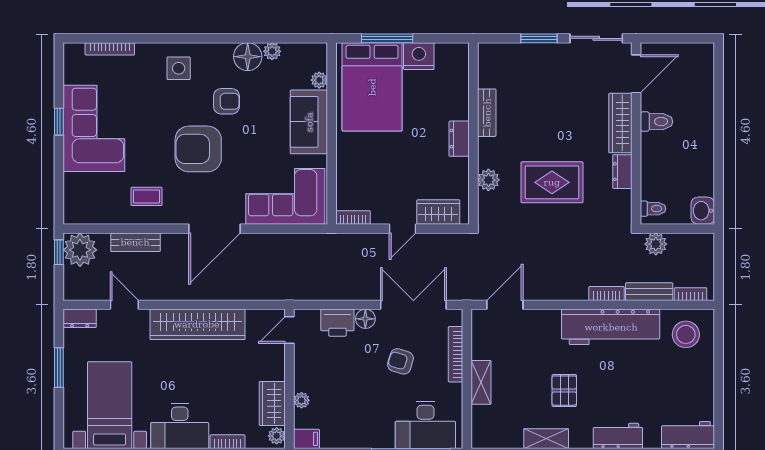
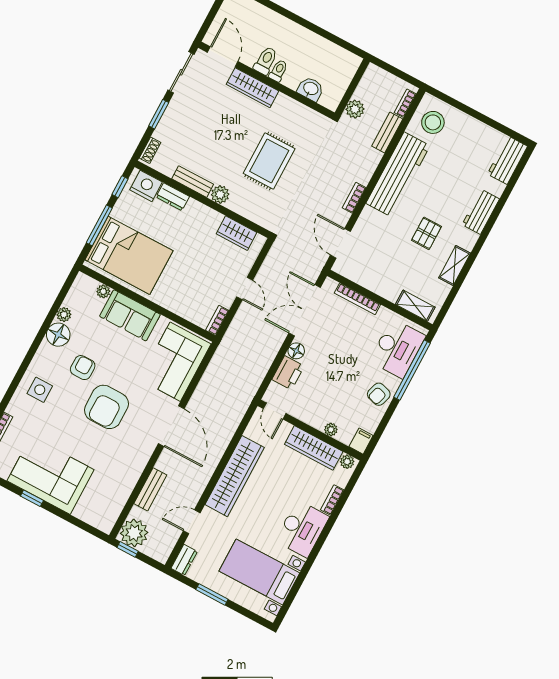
window: (440, 38) -> (120, 187), added
shoe rack: (496, 50) -> (150, 150), added
nightstand: (419, 56) -> (146, 186), moved, turned 90
dresser: (459, 139) -> (173, 197), moved
dresser: (622, 172) -> (289, 105), removed
plant: (488, 180) -> (220, 194), moved
coffee table: (146, 196) -> (121, 463), removed
toilet: (653, 209) -> (278, 71), moved
washbasin: (703, 211) -> (311, 89), moved, turned 180
wardrobe: (438, 212) -> (237, 233), moved, turned -90
bookcase: (606, 293) -> (354, 198), moved
armchair: (400, 361) -> (379, 394), moved
shelving: (481, 382) -> (415, 306), moved
pallet: (564, 391) -> (426, 233), turned 90
wardrobe: (272, 403) -> (314, 448), width x1.50

